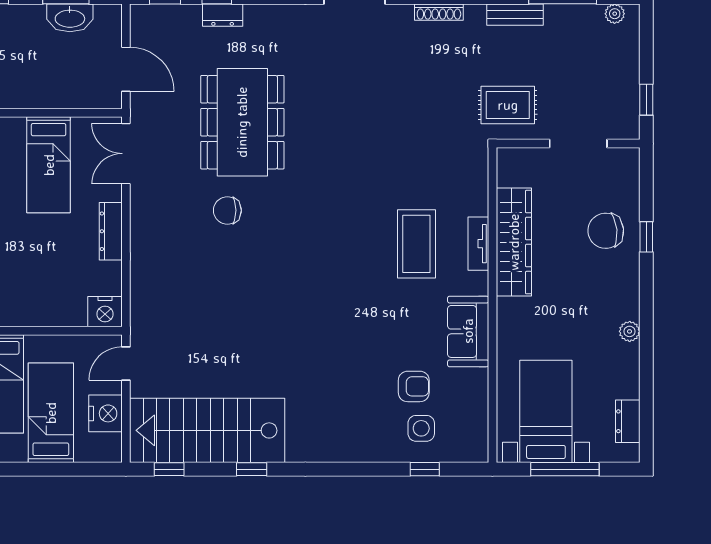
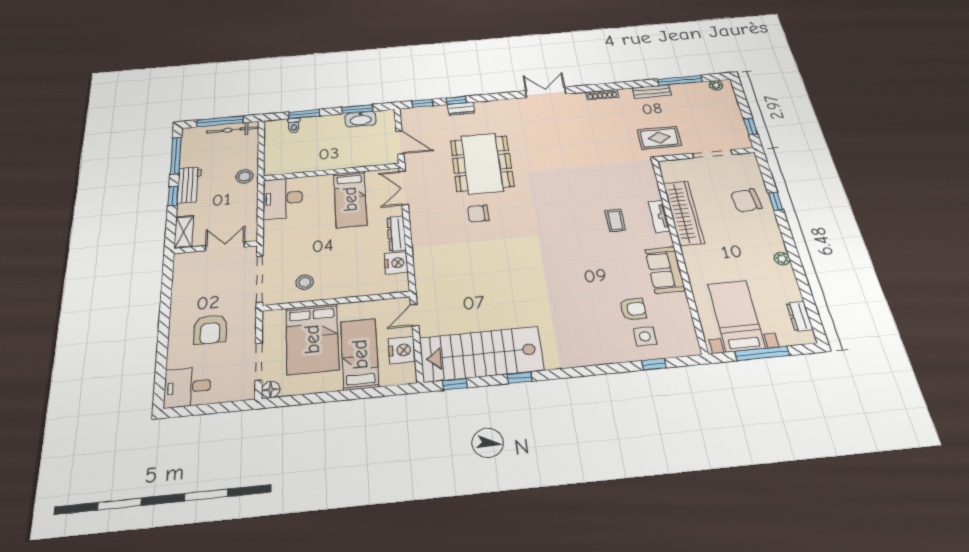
coffee table: (416, 244) -> (615, 220), width x0.54, depth x0.58
nightstand: (105, 312) -> (396, 263), moved, turned -90

